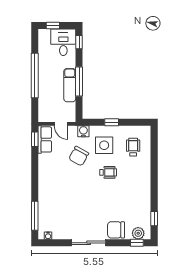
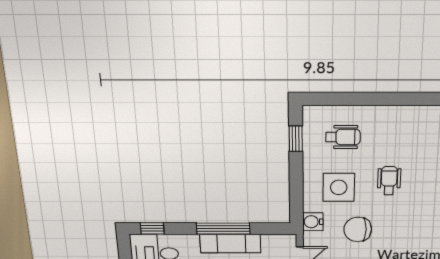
window: (112, 122) -> (296, 139), moved
wheelchair: (133, 147) -> (343, 137), turned 180
chair: (79, 156) -> (358, 229), turned 151

